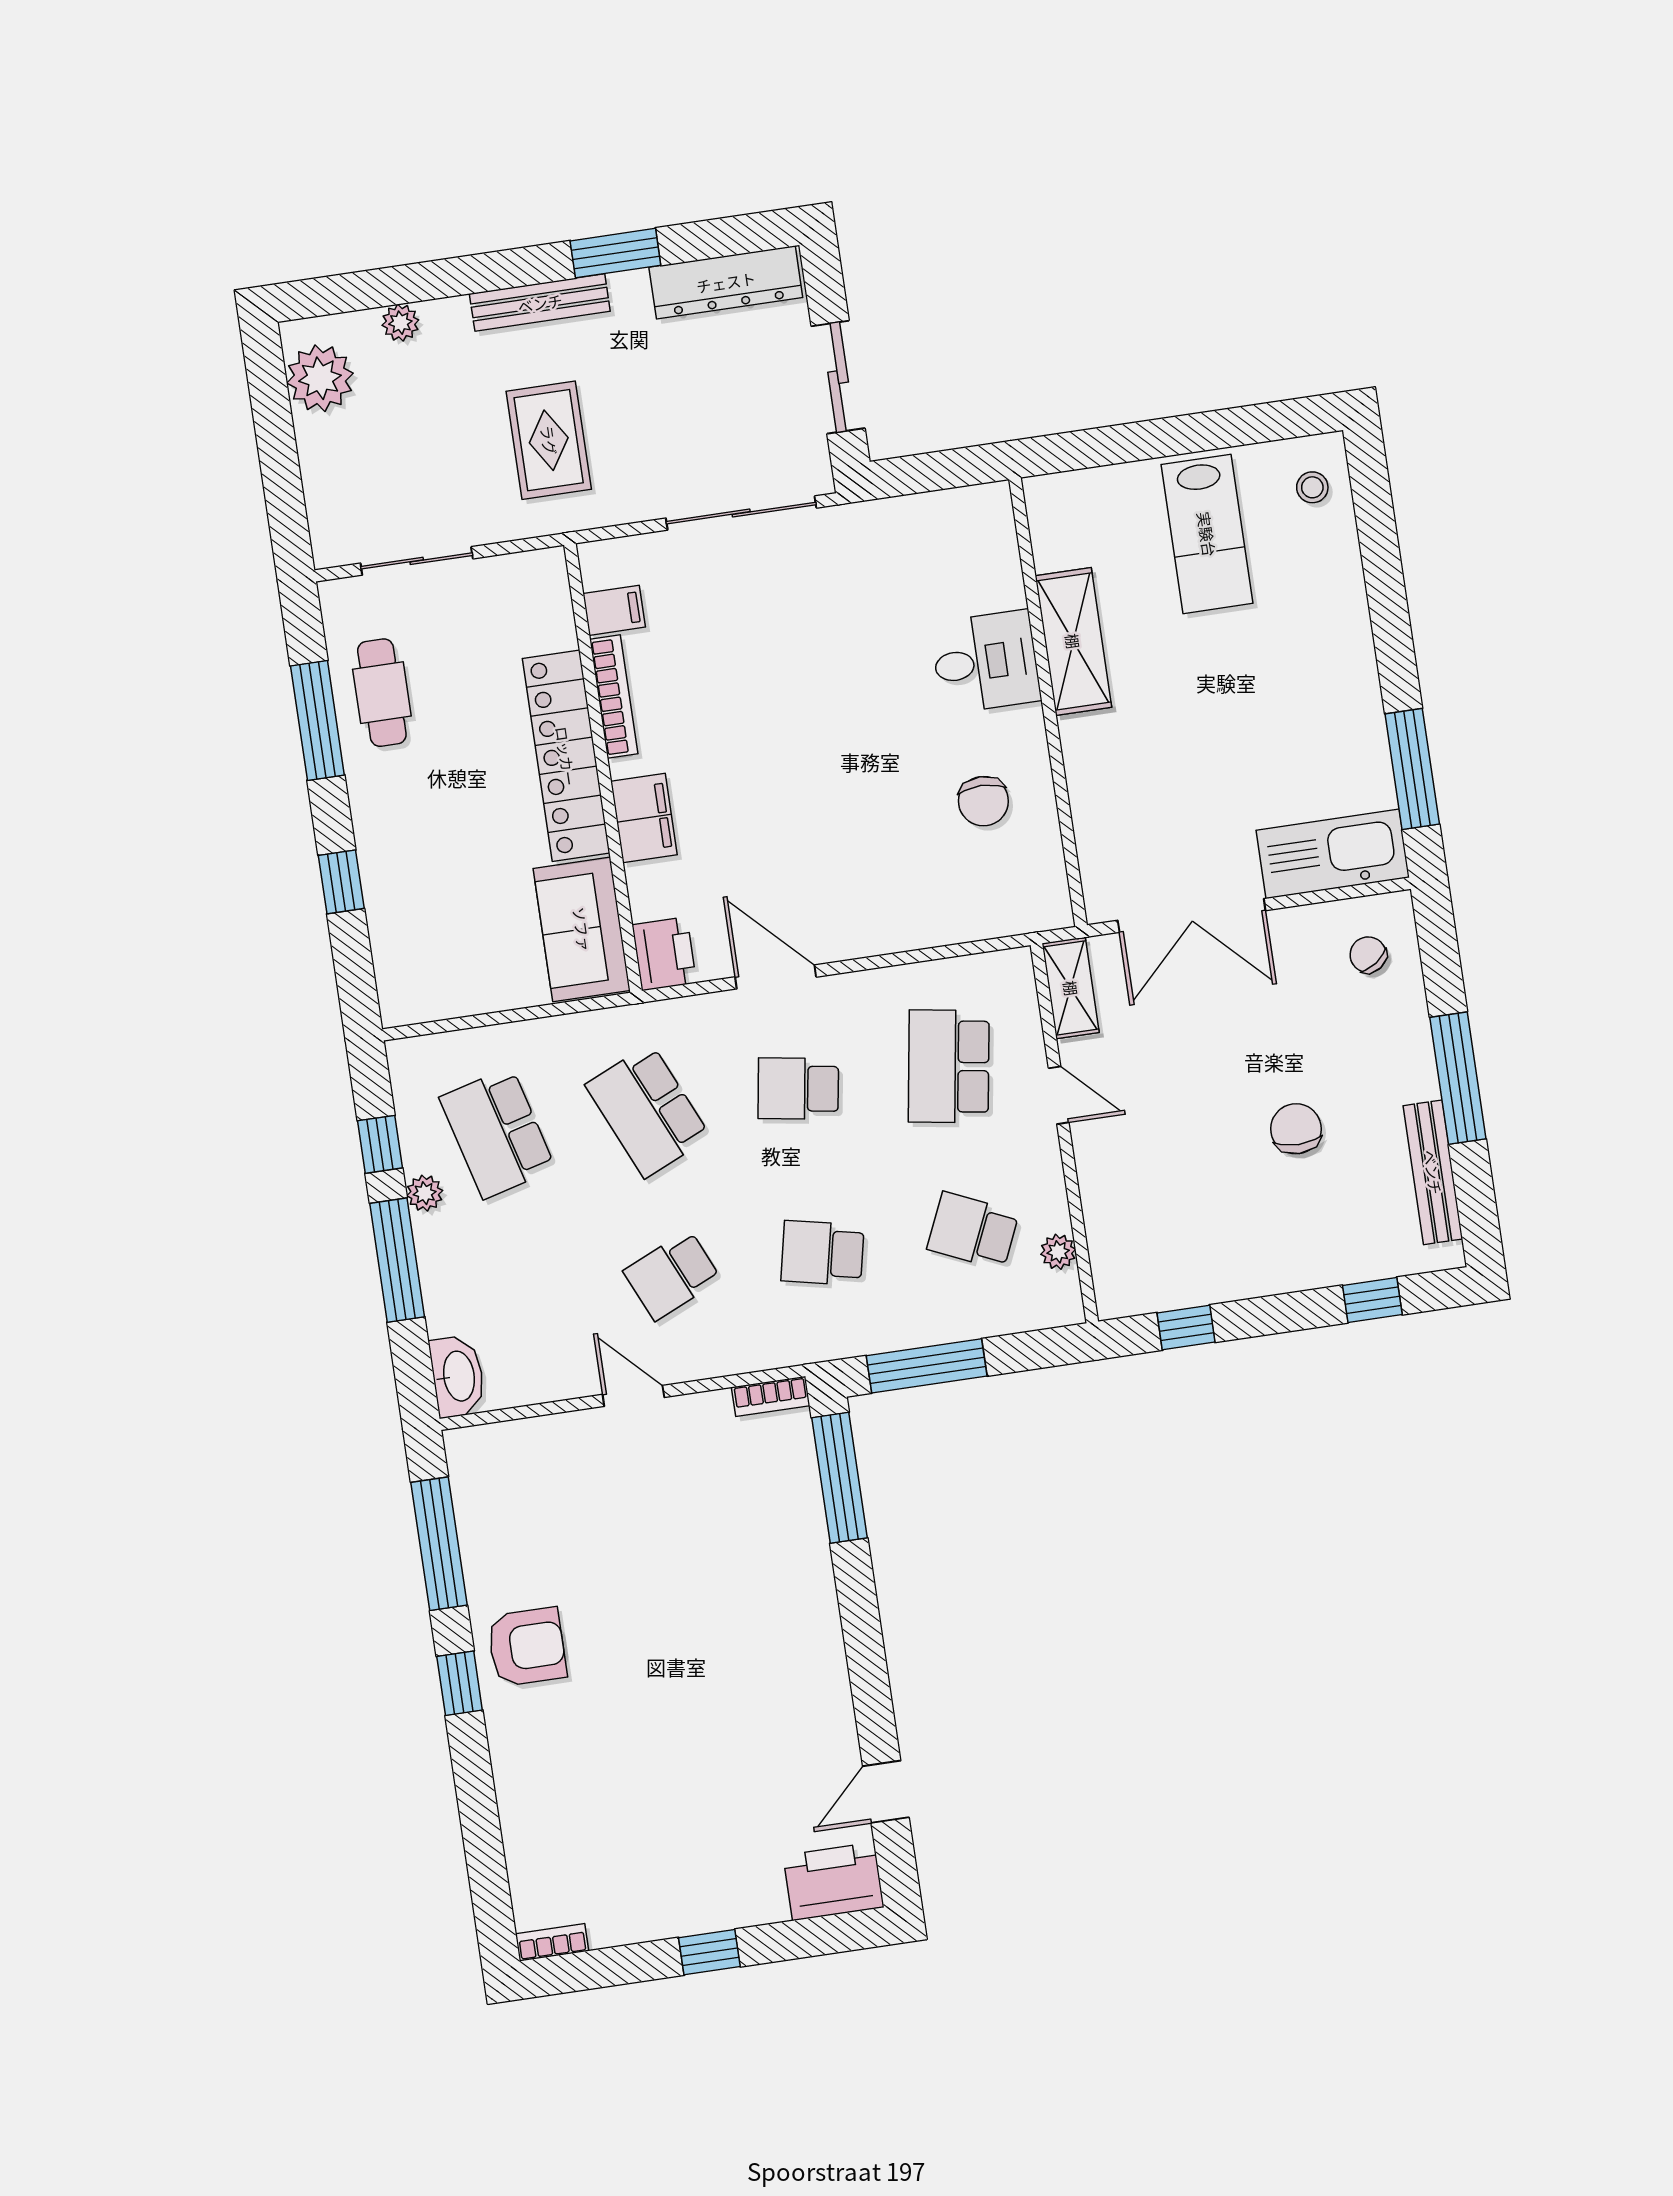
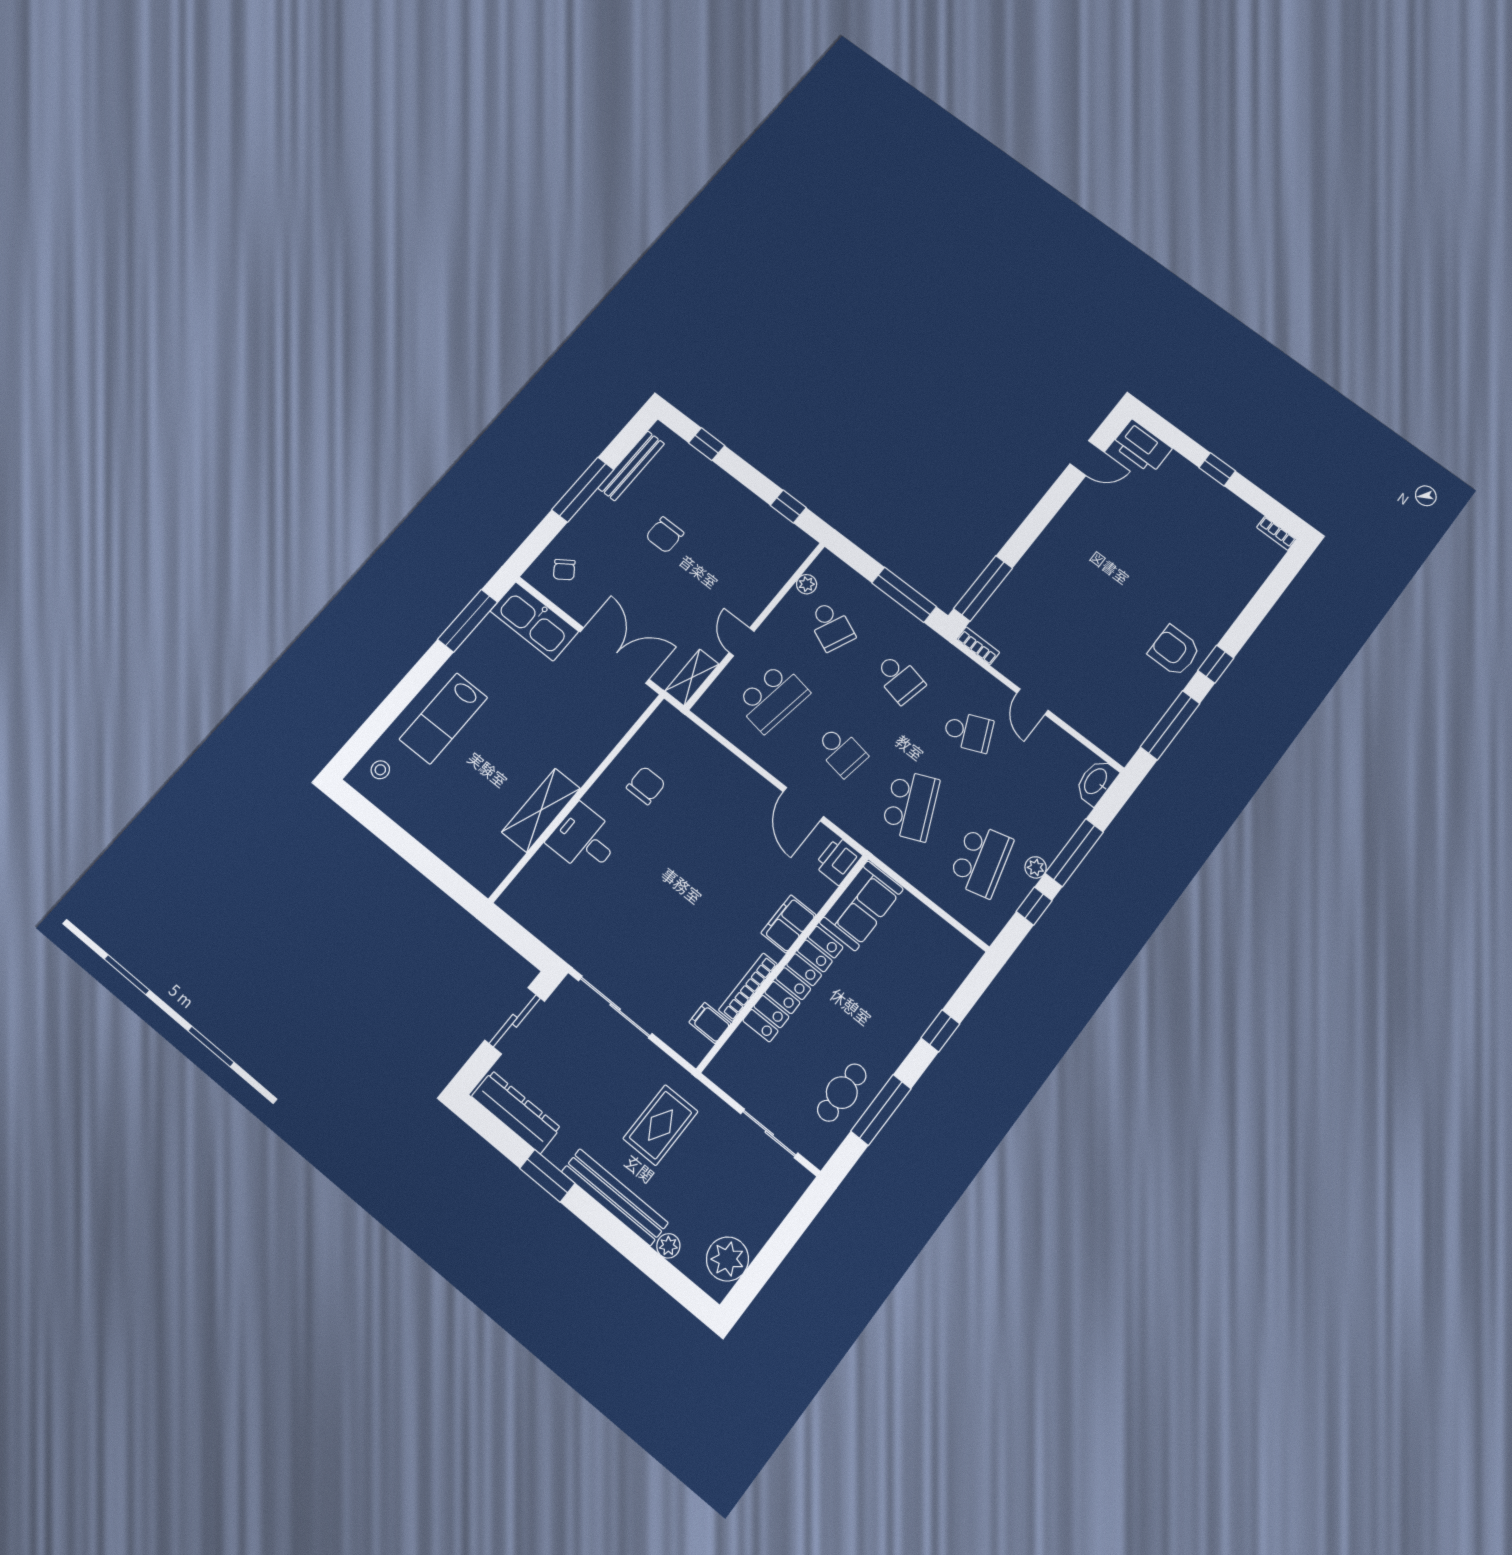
bench: (540, 303) -> (615, 1197), width x1.37, depth x1.21
lab bench: (1207, 534) -> (443, 718), moved, turned 180

